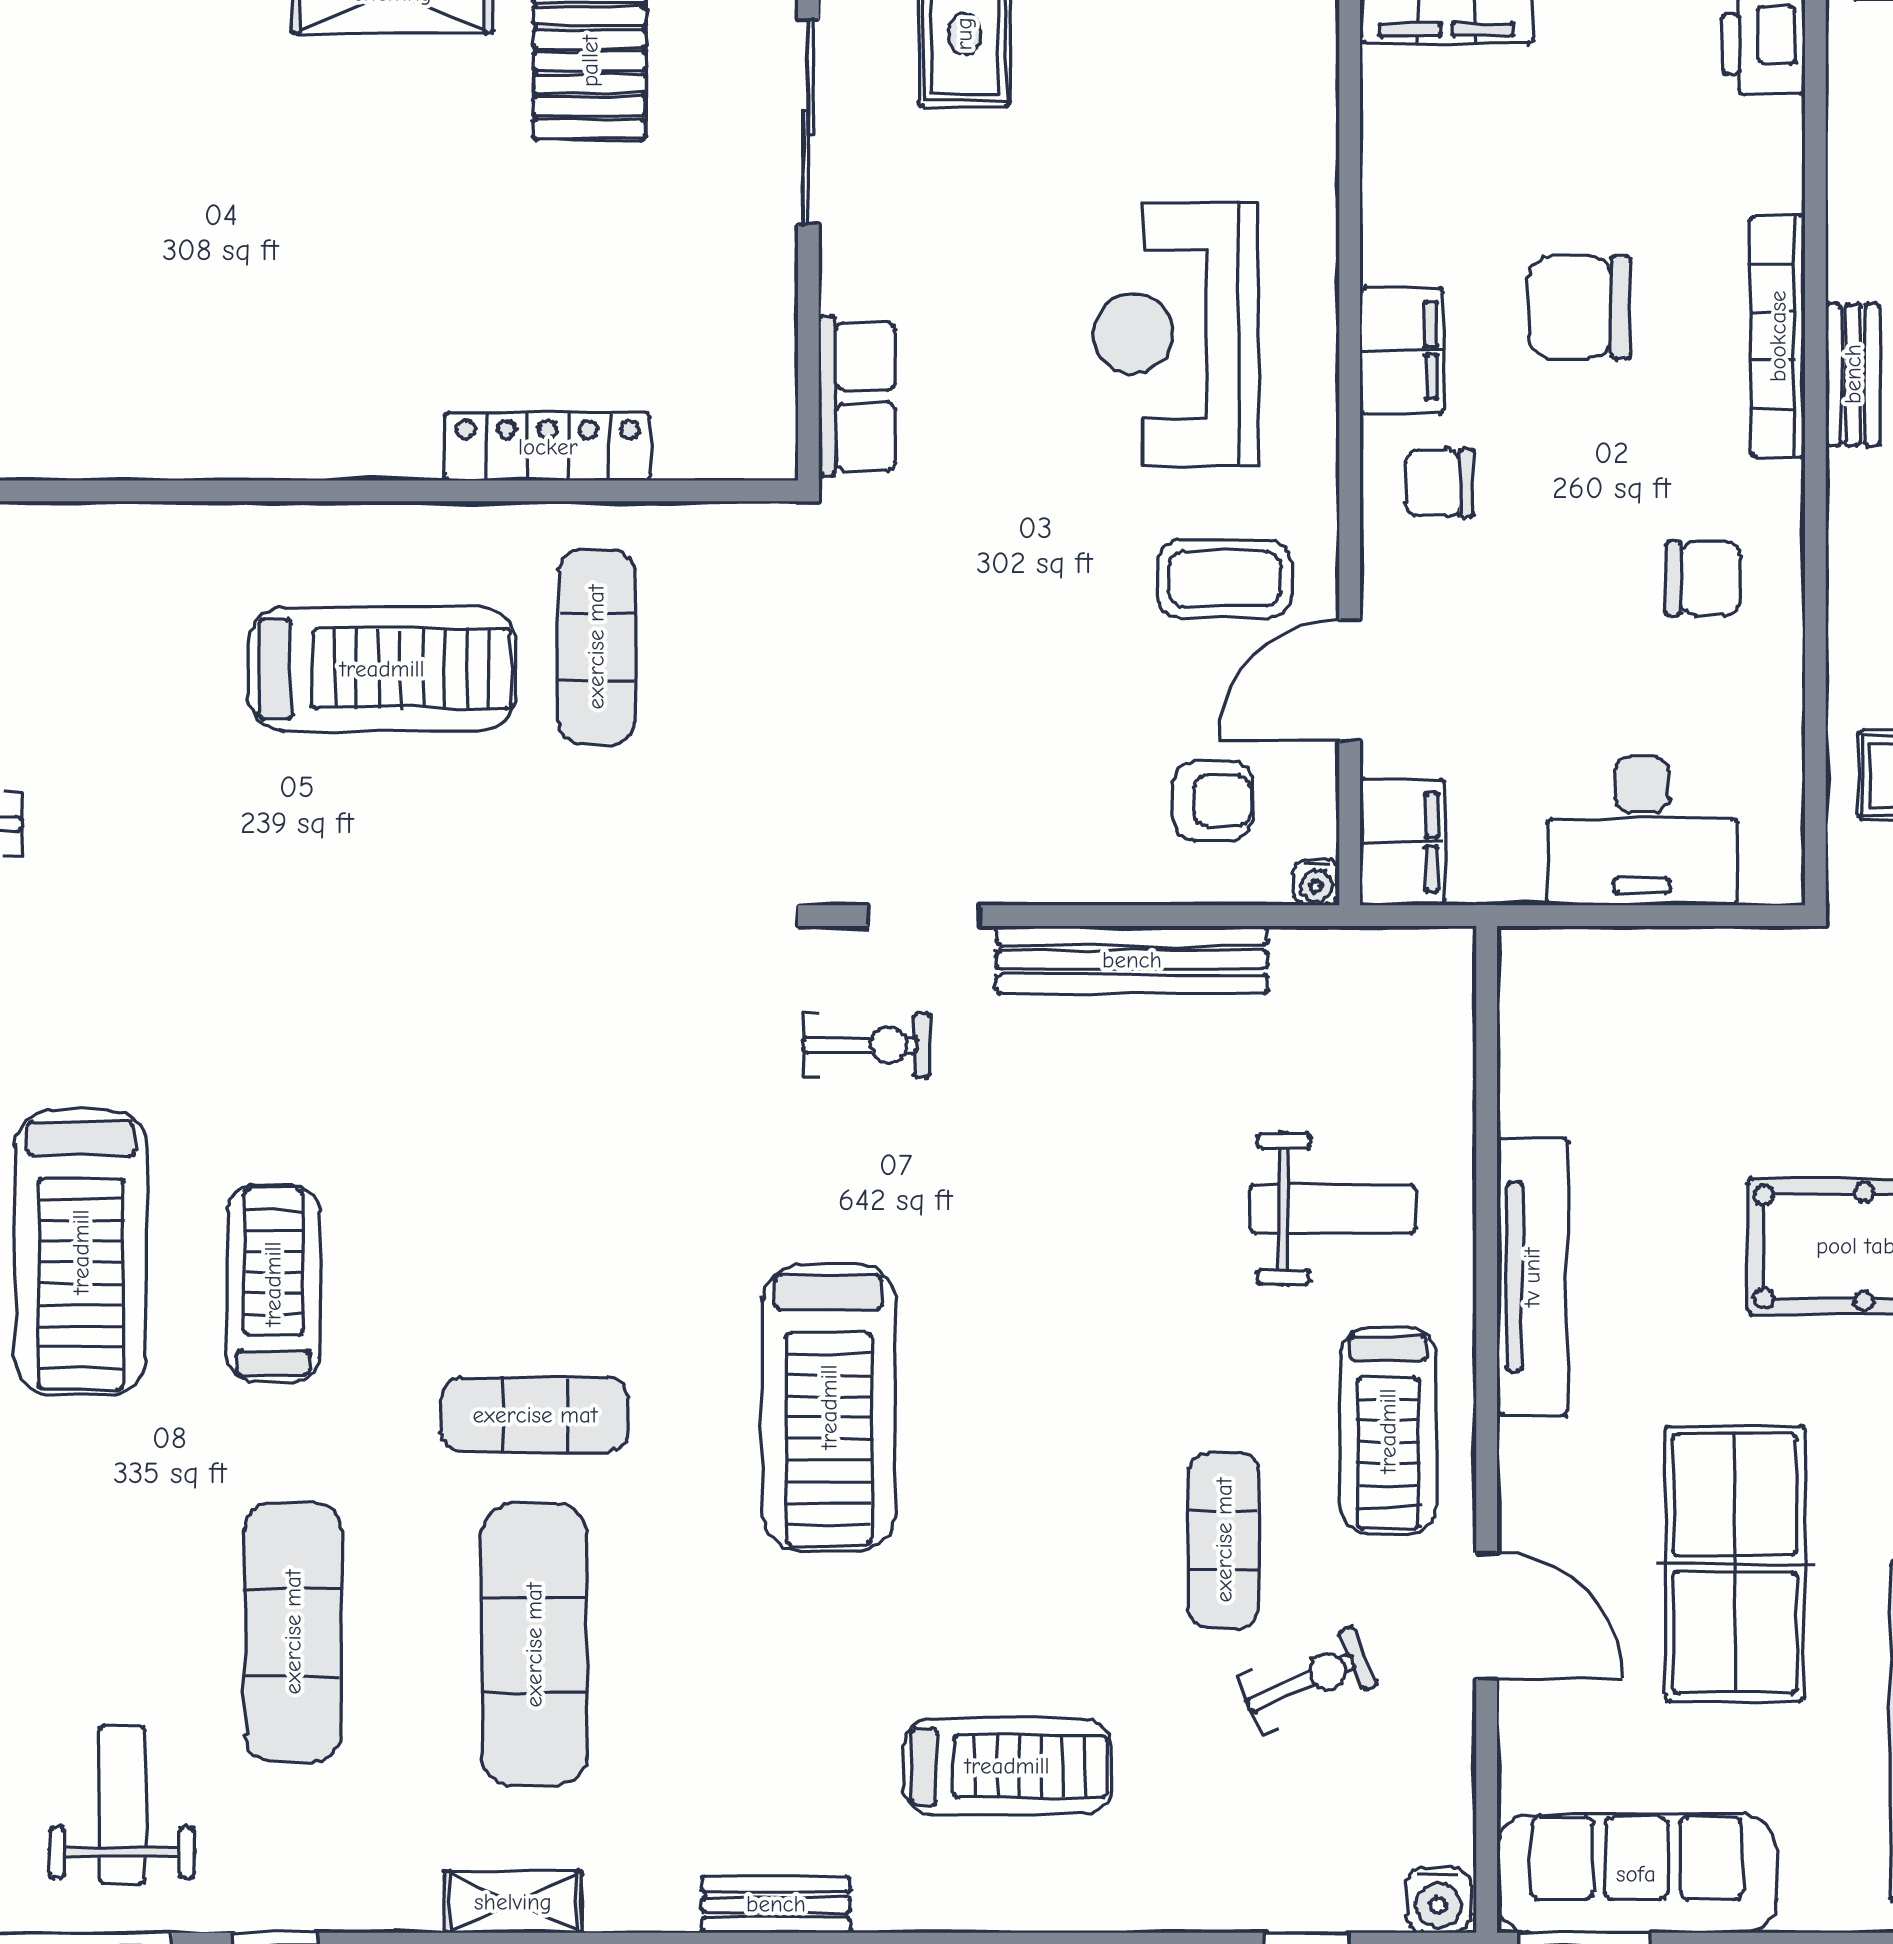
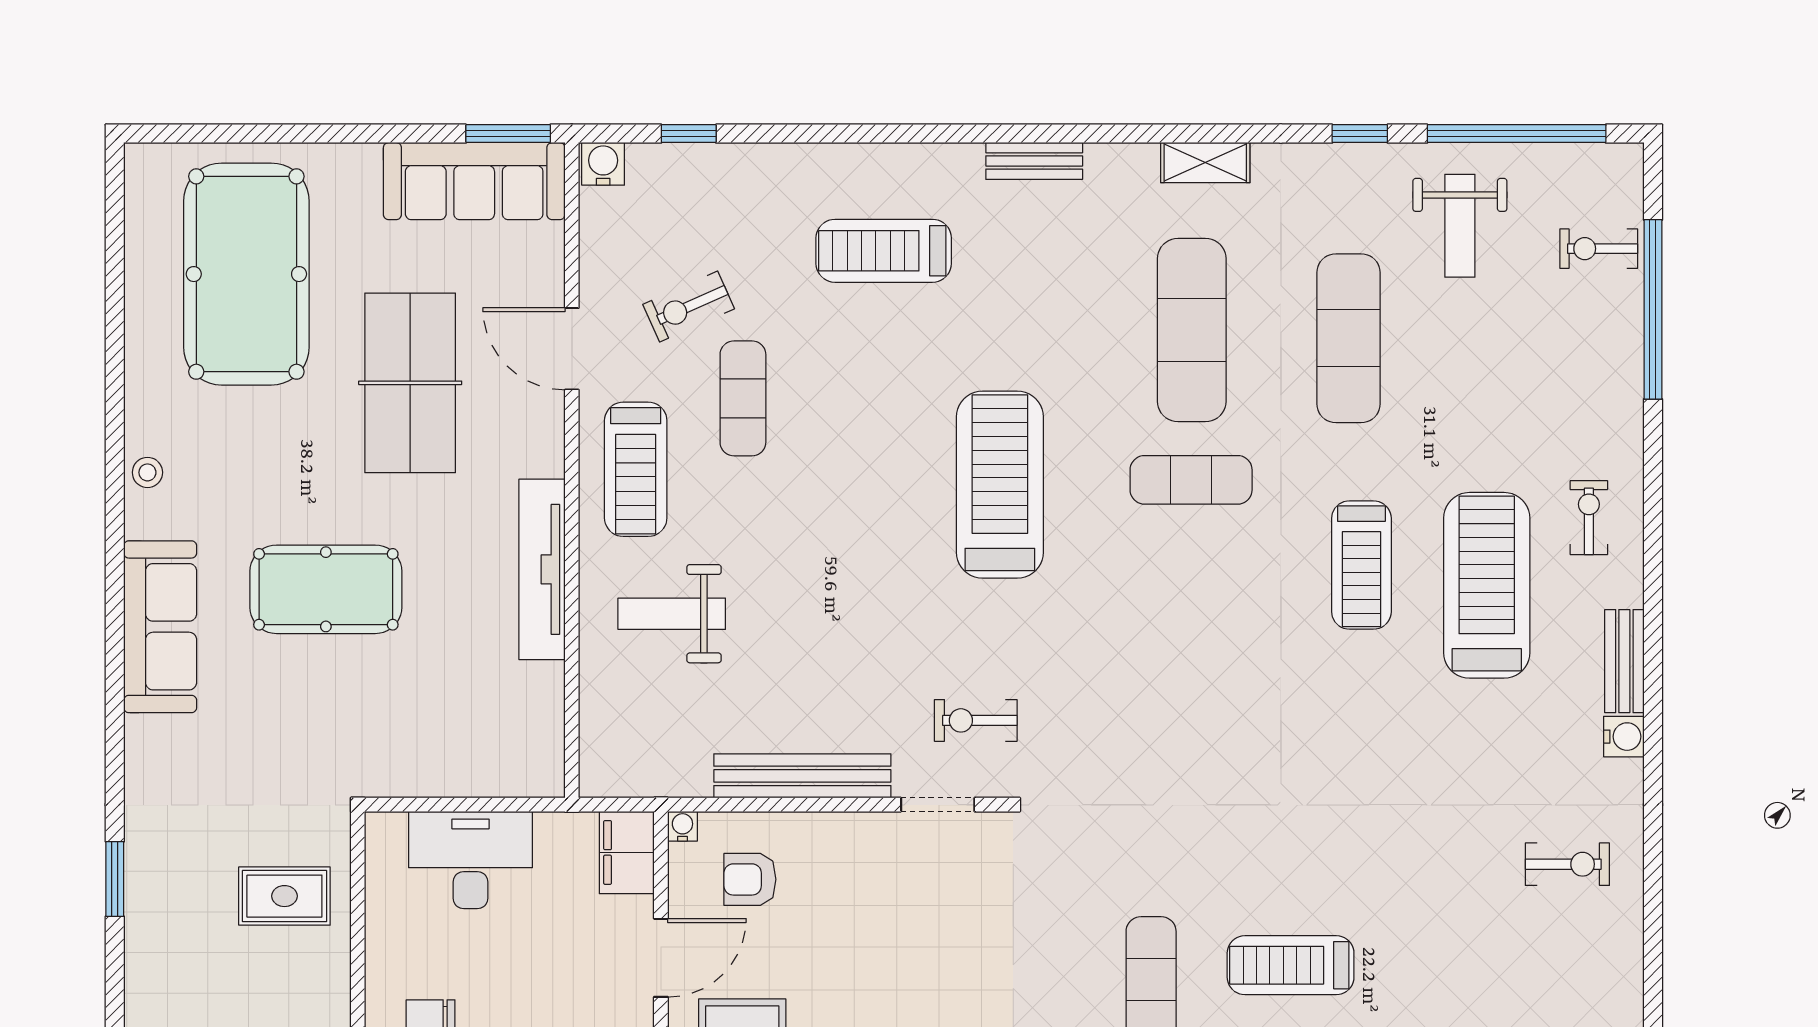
treadmill: (382, 669) -> (1291, 965), width x0.73, depth x0.73
treadmill: (1388, 1431) -> (636, 469), turned 180

